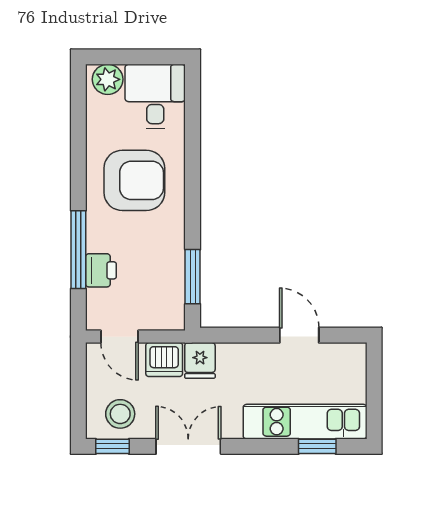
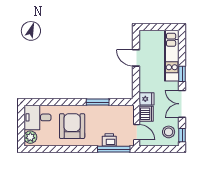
window: (78, 250) -> (114, 149), moved
window: (193, 277) -> (98, 102), moved
door: (299, 335) -> (136, 58), hinge flipped
door: (119, 337) -> (137, 132), hinge flipped
window: (317, 446) -> (182, 74), moved

